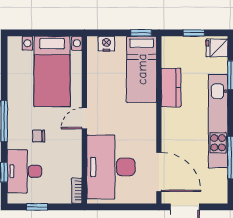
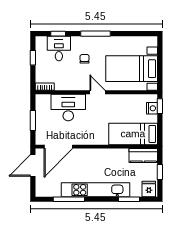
window: (141, 33) -> (160, 106), moved
kitchen counter: (171, 88) -> (143, 156), moved
desk: (111, 167) -> (68, 108), width x0.73, depth x0.77
desk: (24, 171) -> (59, 48), width x0.73
window: (123, 207) -> (33, 121), added

